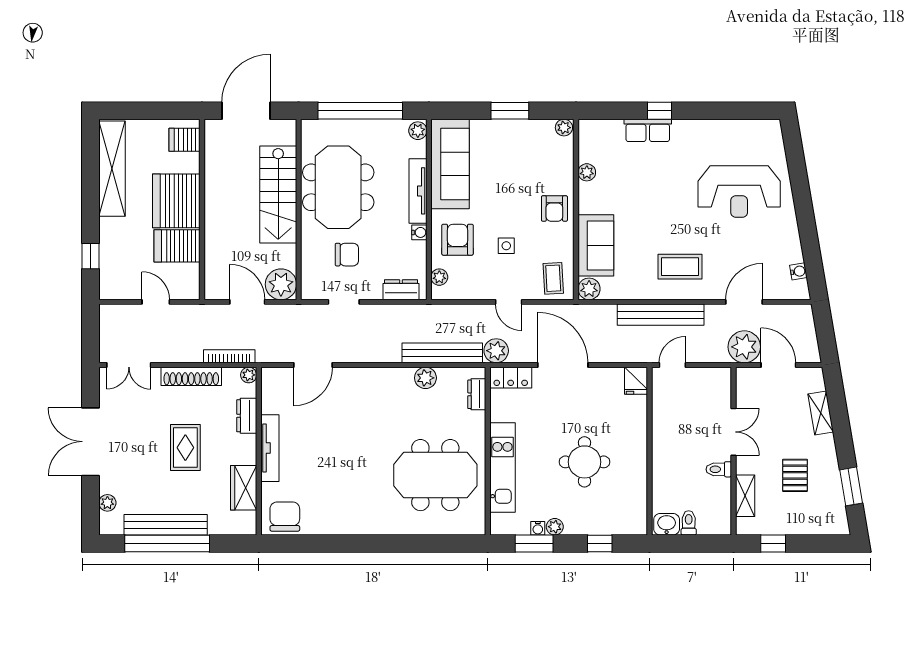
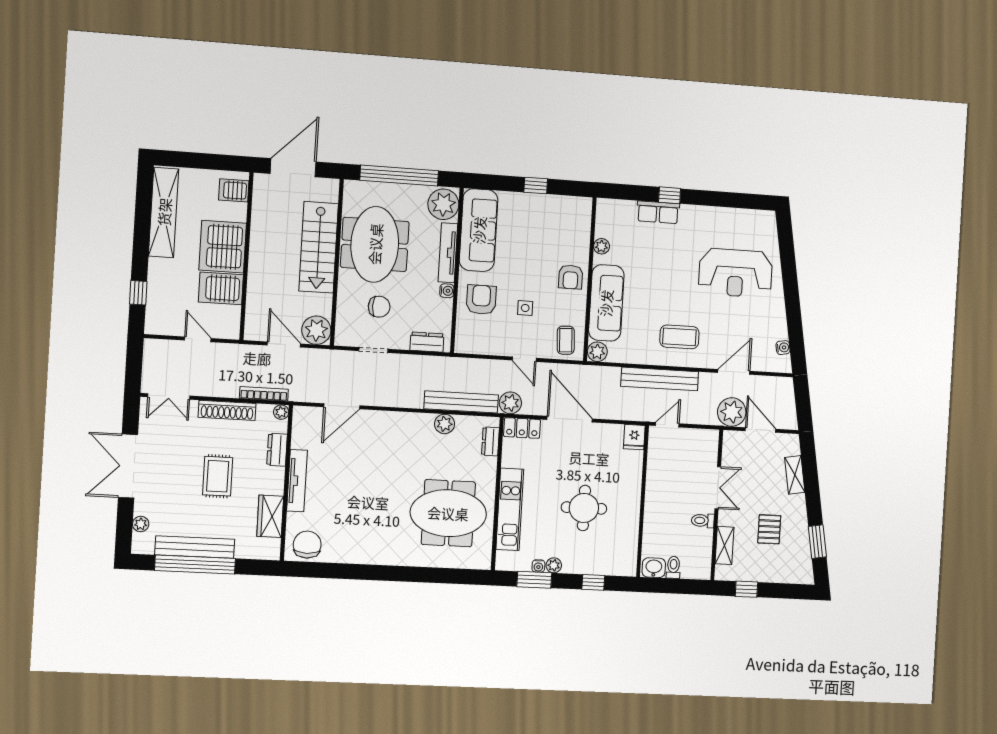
window: (510, 111) -> (536, 186), width x0.67
plant: (564, 128) -> (583, 204), removed
plant: (418, 131) -> (443, 204), width x1.88, depth x1.88
sofa: (596, 245) -> (606, 303), width x1.36
plant: (439, 277) -> (463, 333), removed

